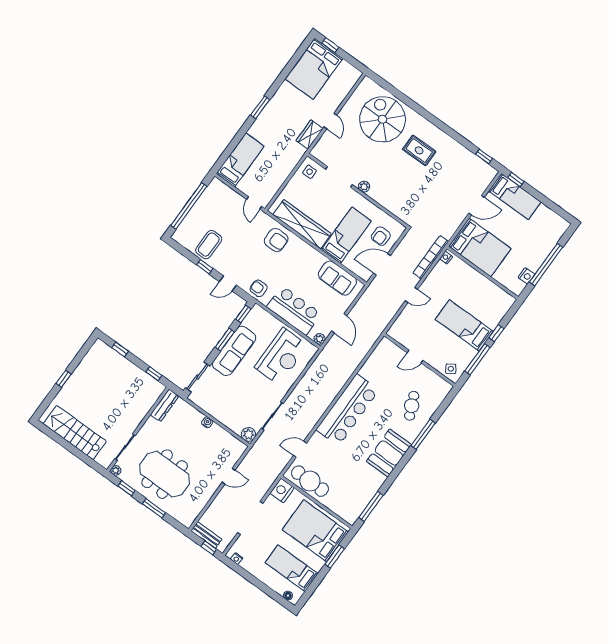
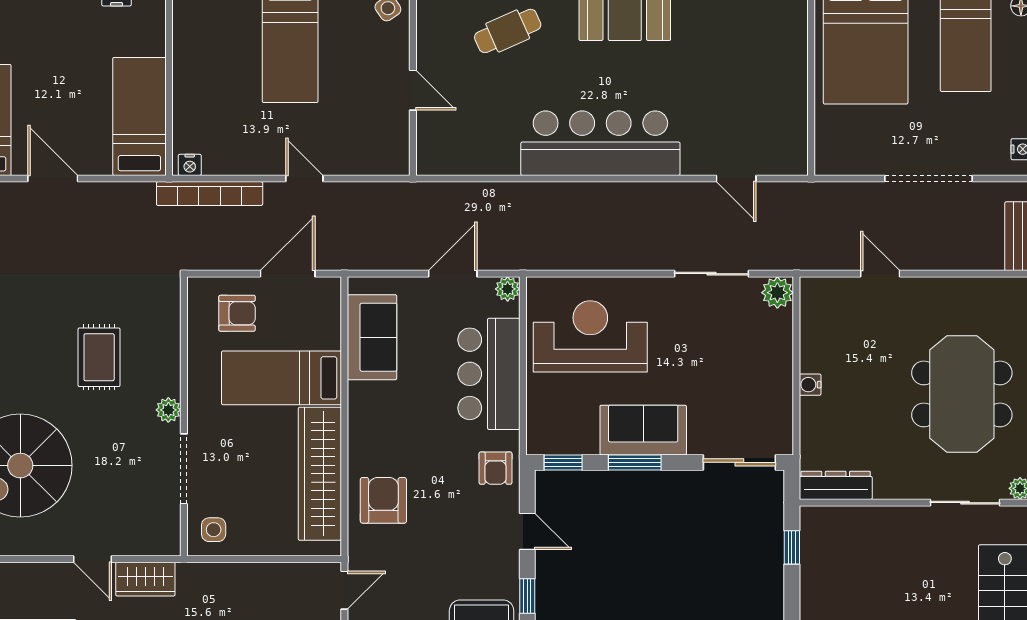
door: (330, 121) -> (93, 559), swing flipped
rug: (419, 150) -> (99, 357), moved
bed: (480, 247) -> (139, 116), width x0.67
door: (382, 264) -> (288, 274), swing flipped
sofa: (234, 351) -> (643, 430), width x0.73
cafe table: (310, 481) -> (781, 118), removed
nightstand: (282, 490) -> (836, 156), removed

